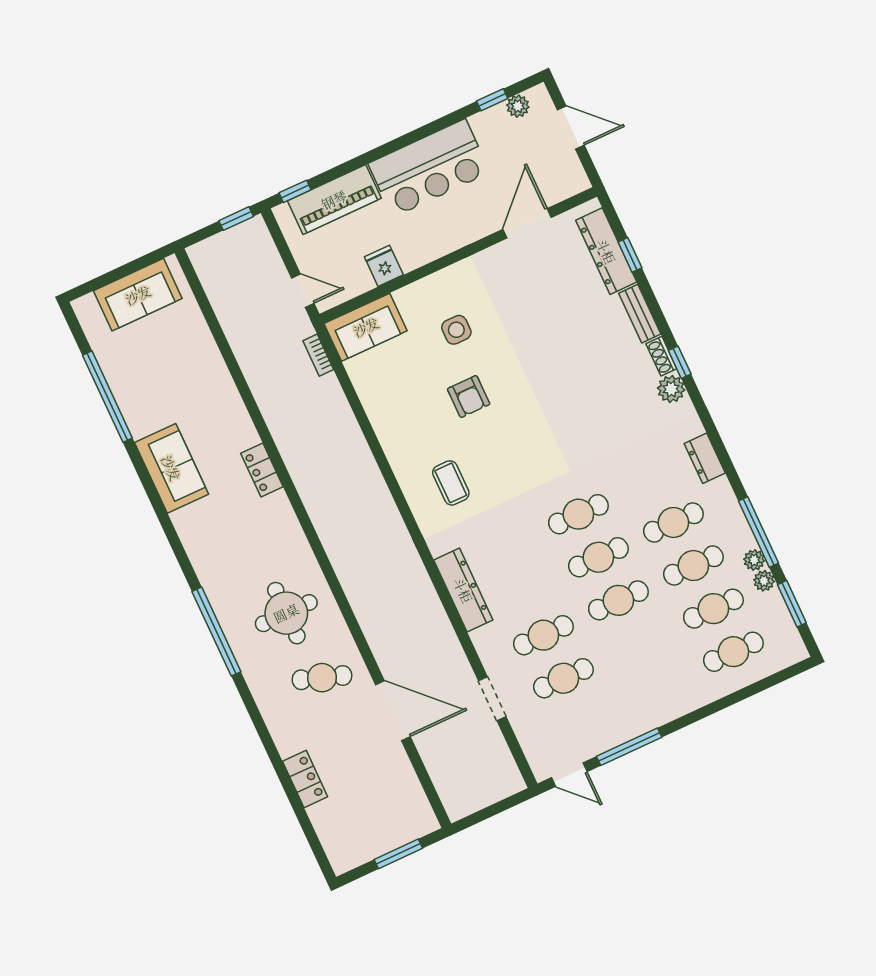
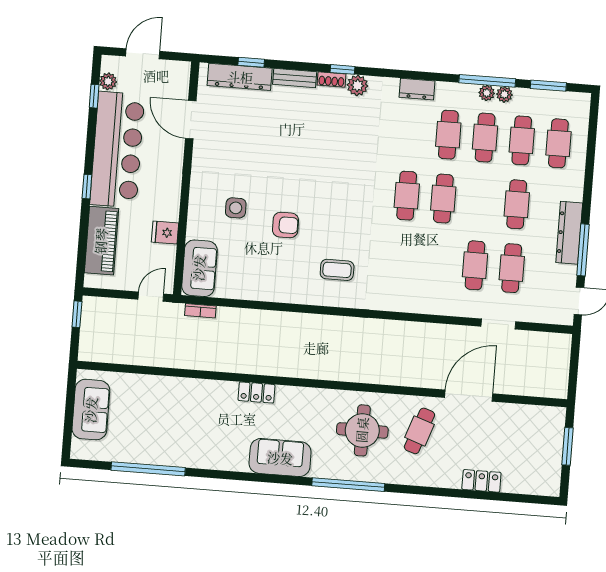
bar counter: (429, 168) -> (117, 150), width x1.36
window: (295, 191) -> (87, 187), moved
sofa: (171, 468) -> (280, 458), moved
plant: (764, 581) -> (487, 93), moved
dresser: (463, 590) -> (569, 233), moved, turned -90
cafe table: (618, 600) -> (517, 204), moved

